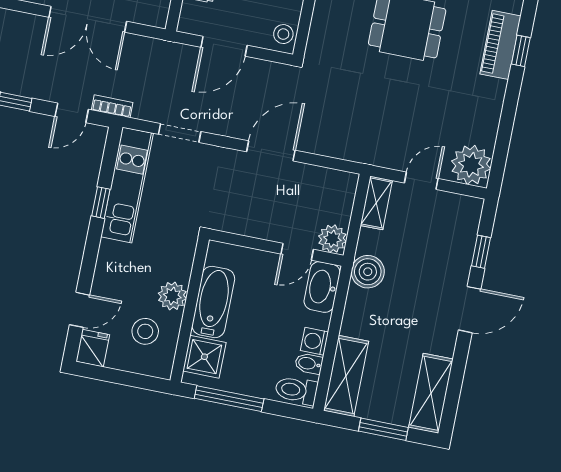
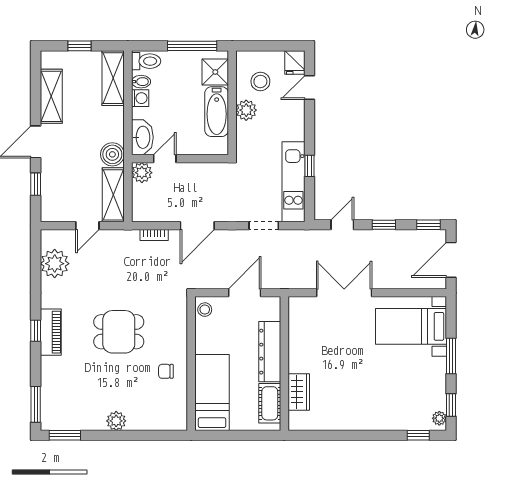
bookcase: (112, 106) -> (154, 235), moved
plant: (471, 165) -> (55, 264), moved
shelving: (376, 203) -> (113, 195), width x1.50, depth x1.33
shelving: (431, 393) -> (51, 96), moved
window: (383, 429) -> (79, 46), width x0.67

